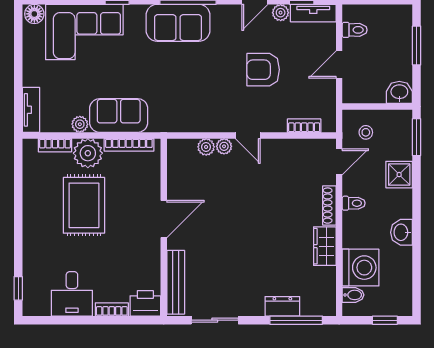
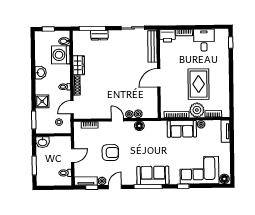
floor lamp: (204, 123) -> (139, 126), added

